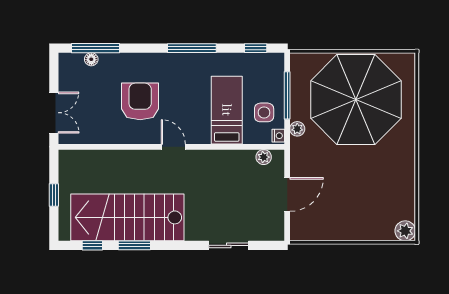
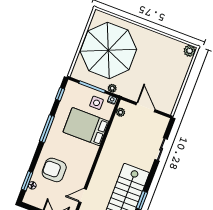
window: (95, 48) -> (27, 181), width x0.69
armchair: (140, 101) -> (54, 170), moved
bed: (227, 110) -> (86, 127), width x1.50
door: (173, 147) -> (83, 196), moved

